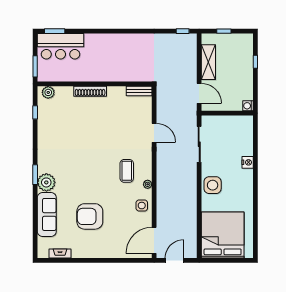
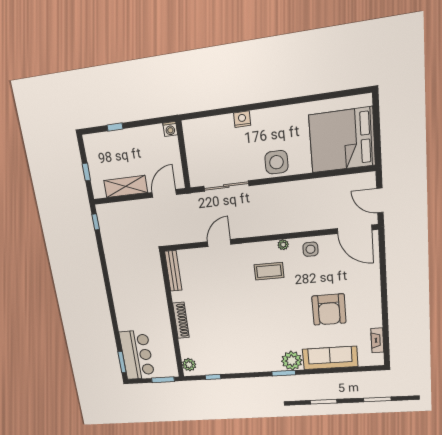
bench: (139, 91) -> (173, 271), width x1.36

